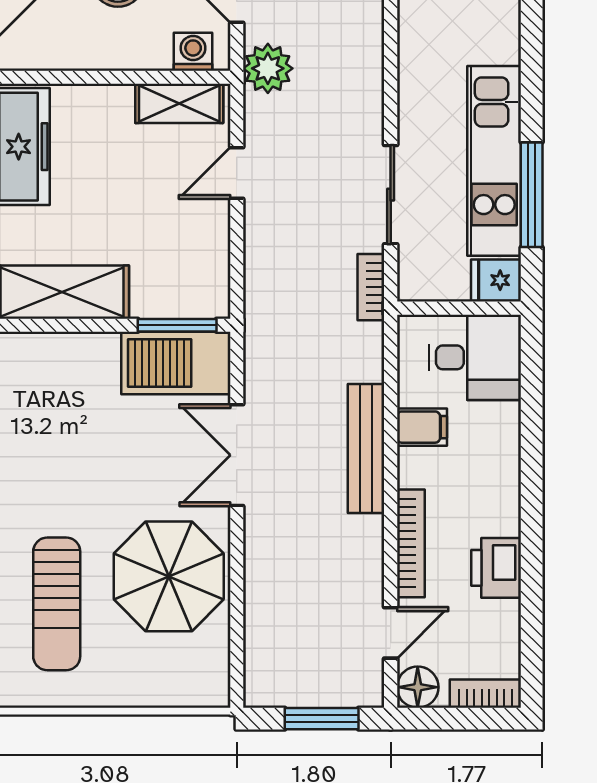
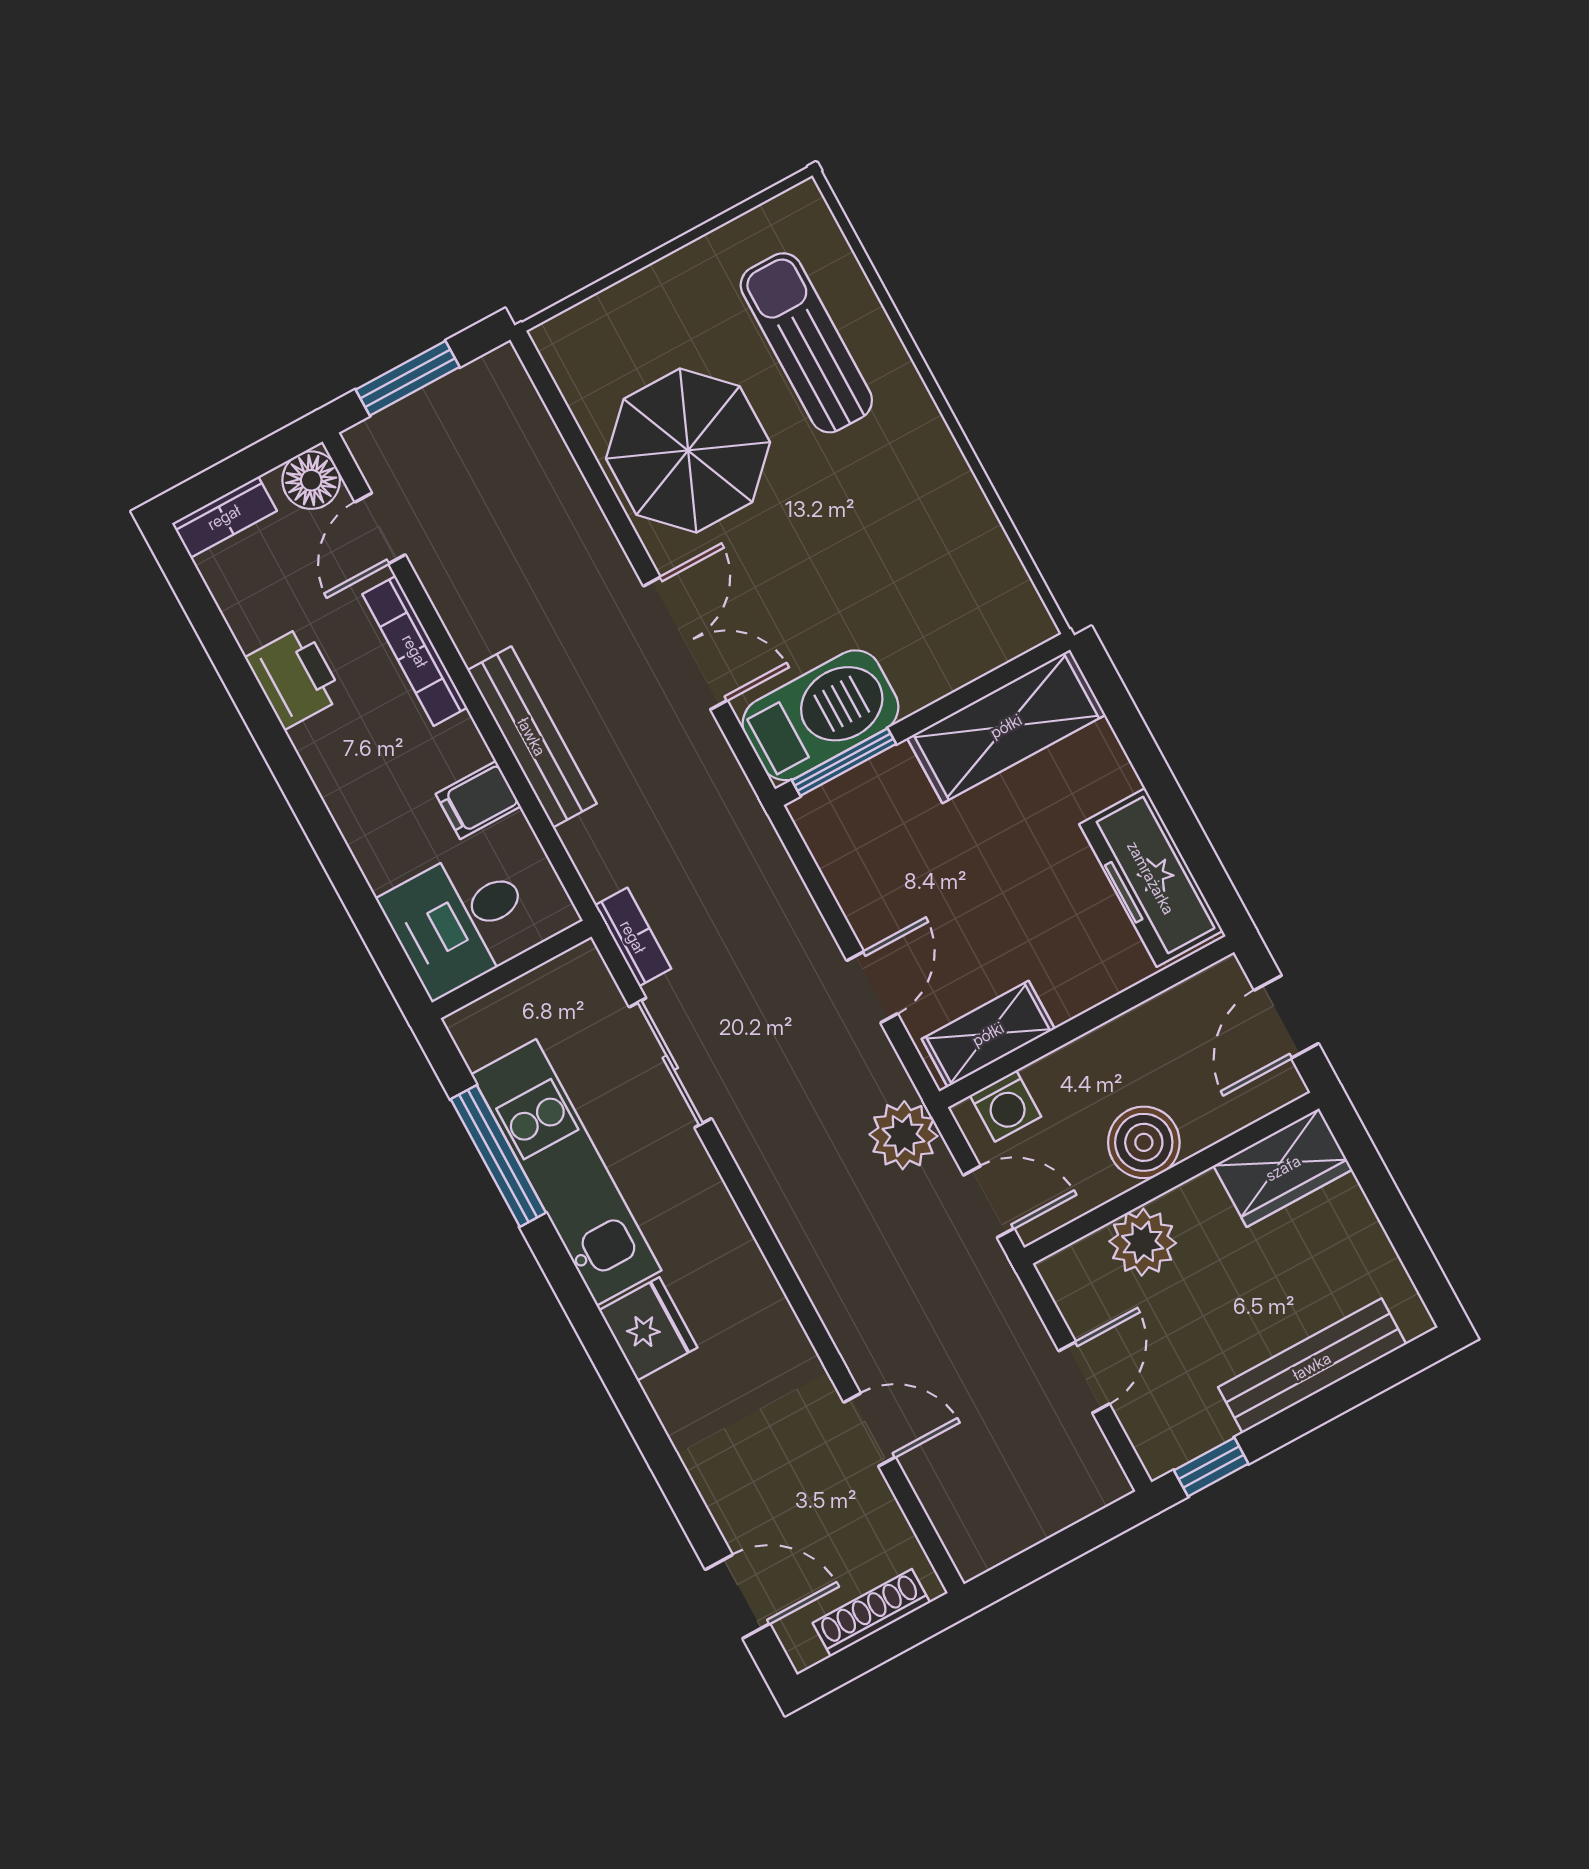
fridge: (496, 280) -> (648, 1329), moved, width x1.38

